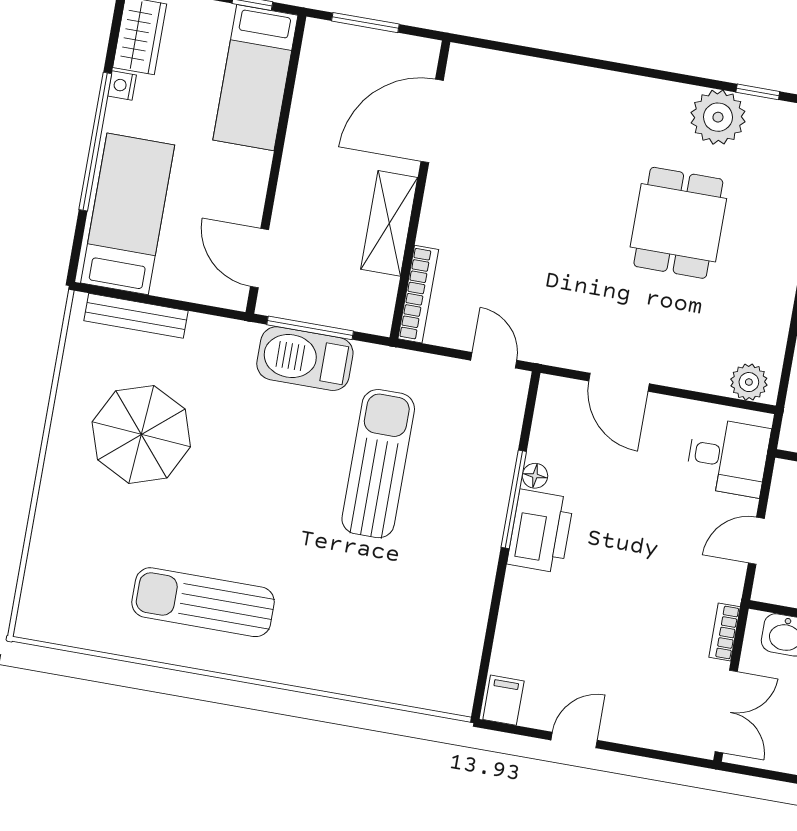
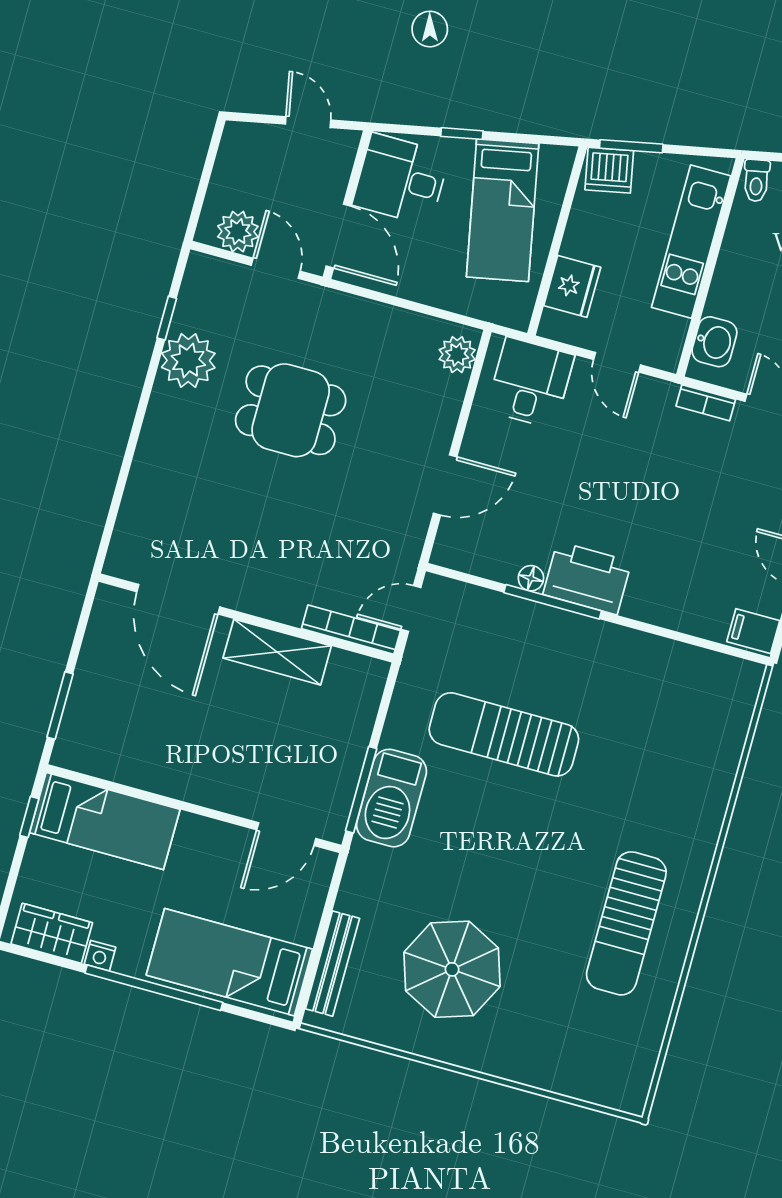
door: (432, 121) -> (178, 599), moved
wall: (420, 190) -> (246, 618), moved
shelving: (389, 223) -> (277, 652), moved
bookcase: (418, 294) -> (351, 630), moved

